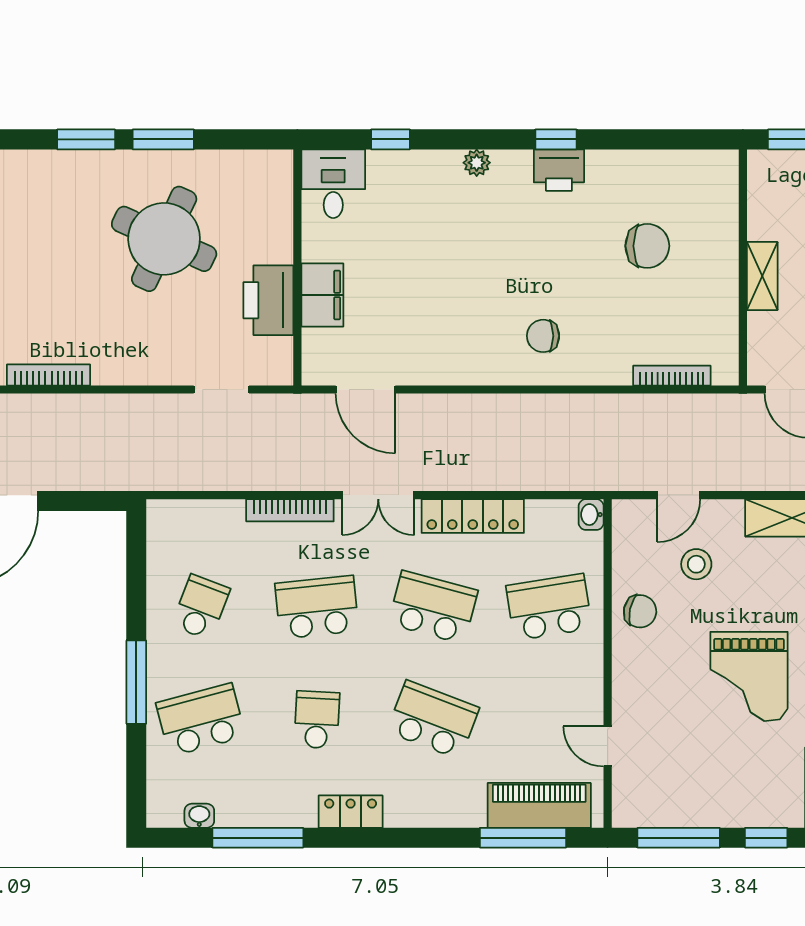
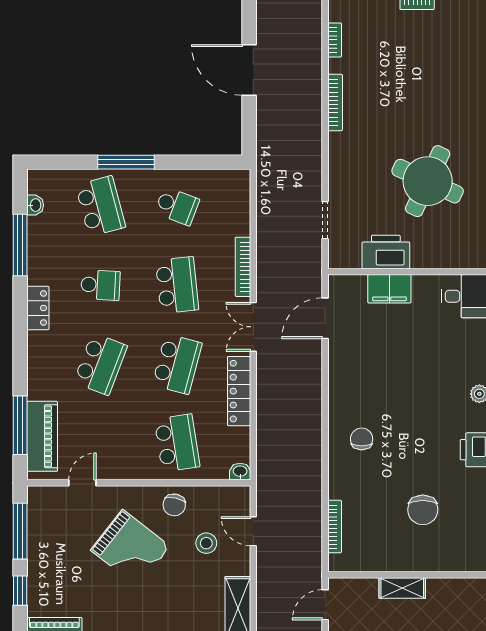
grand piano: (749, 676) -> (130, 548), moved, turned -142

